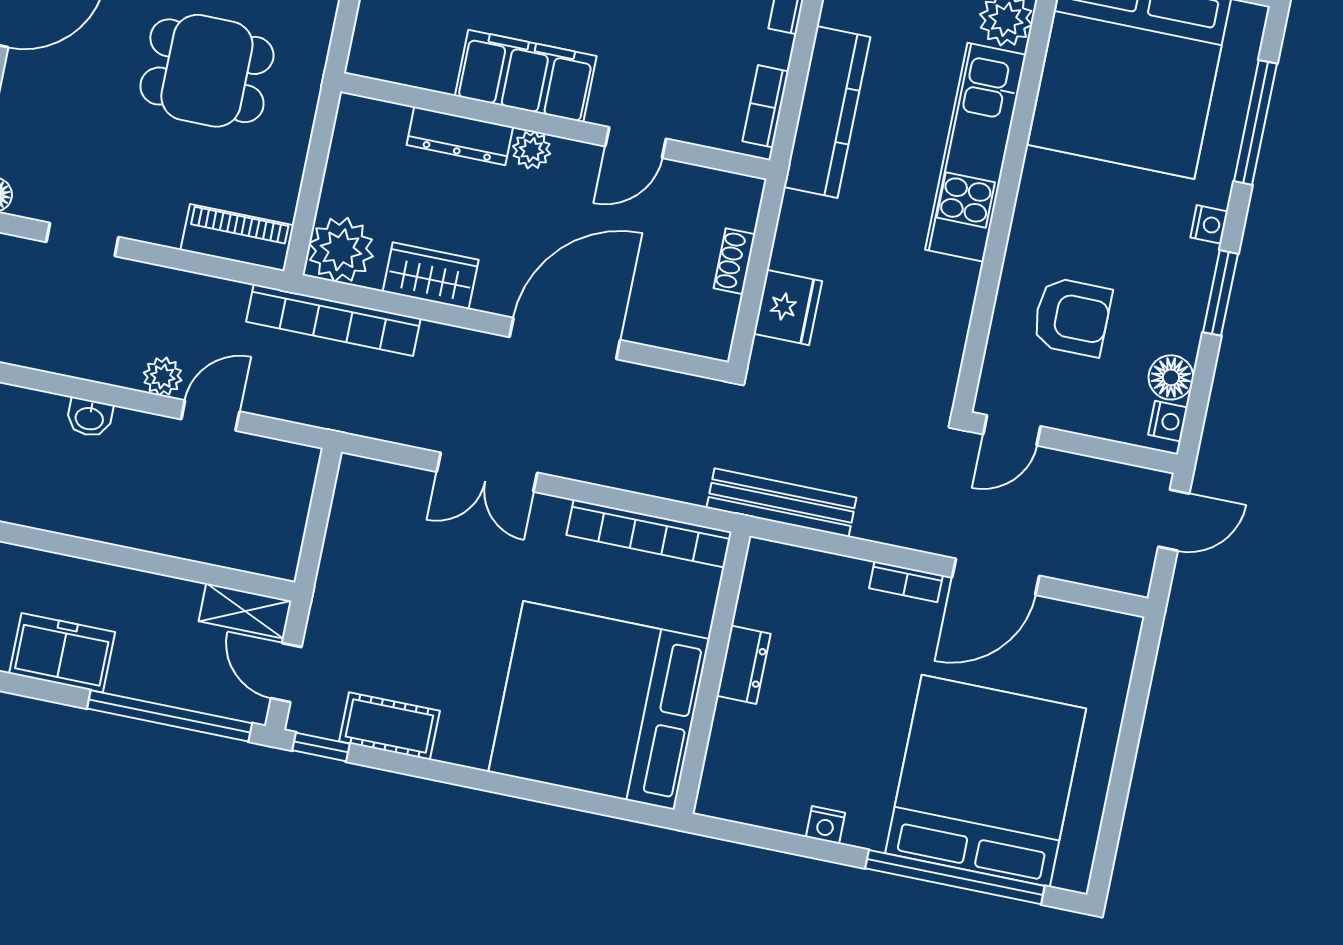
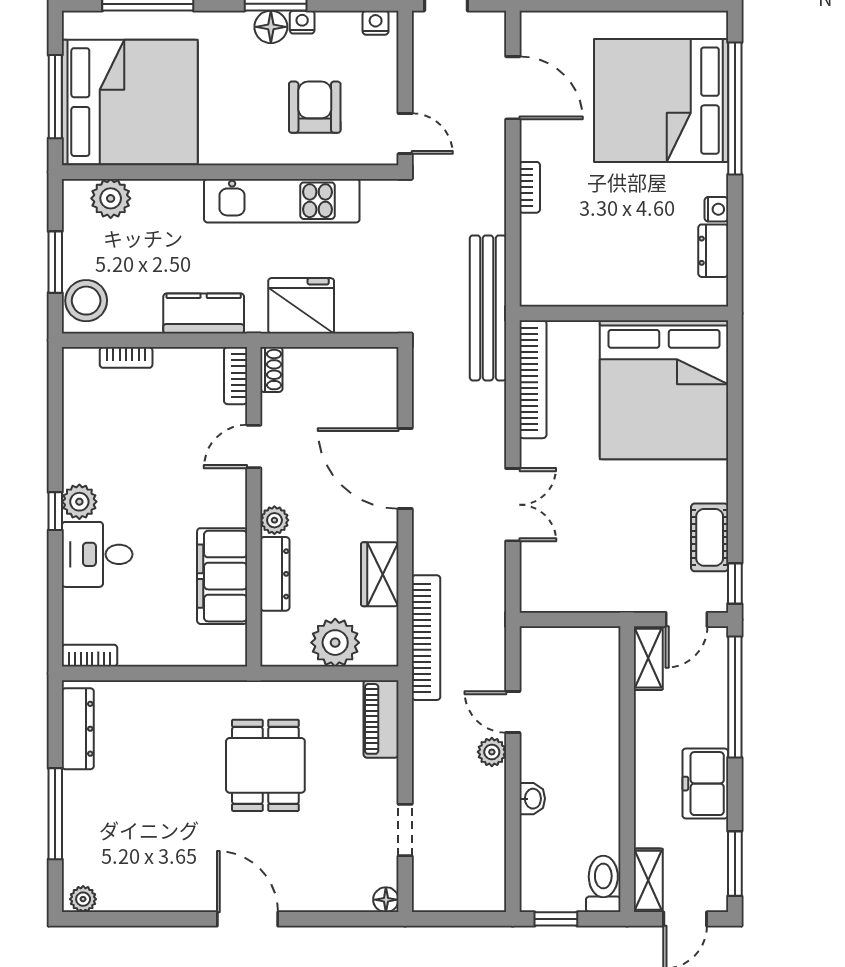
filing cabinet: (526, 76) -> (222, 576), moved
bookcase: (766, 106) -> (236, 376), moved, turned 90
kitchen counter: (827, 112) -> (204, 313), width x0.67
door: (636, 142) -> (254, 446), swing flipped
kitchen unit: (976, 152) -> (282, 201), moved
nightstand: (1209, 224) -> (302, 22), moved
plant: (341, 250) -> (335, 643), moved
shoe rack: (734, 261) -> (271, 370), moved, turned -90
fridge: (788, 307) -> (301, 306), moved, width x1.36, depth x1.34
floor lamp: (1171, 377) -> (271, 27), moved
bench: (781, 503) -> (488, 308), width x1.37, depth x1.21
door: (996, 577) -> (513, 88), moved
dresser: (744, 665) -> (713, 251), moved, turned -90

